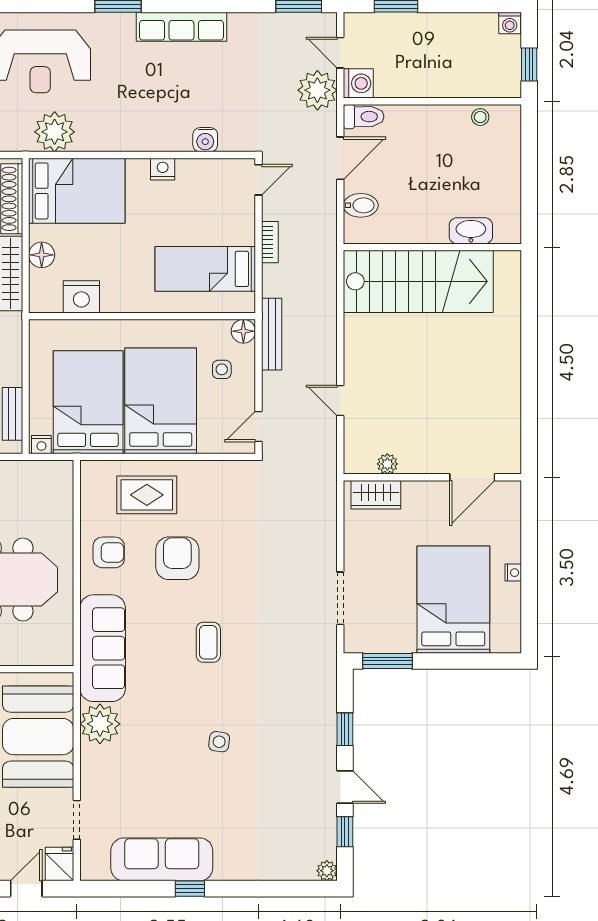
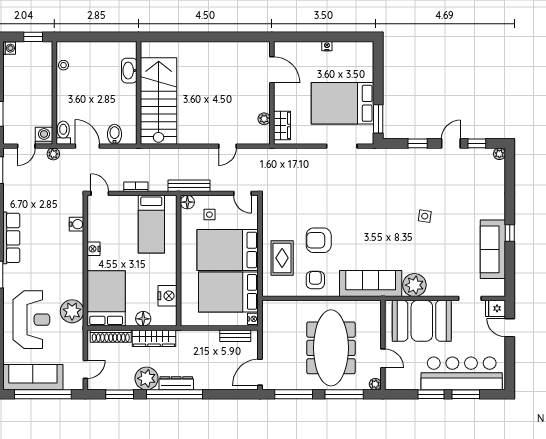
plant: (317, 90) -> (53, 154), width x0.53, depth x0.53
bed: (453, 600) -> (343, 103), moved
coffee table: (208, 642) -> (367, 222), removed

